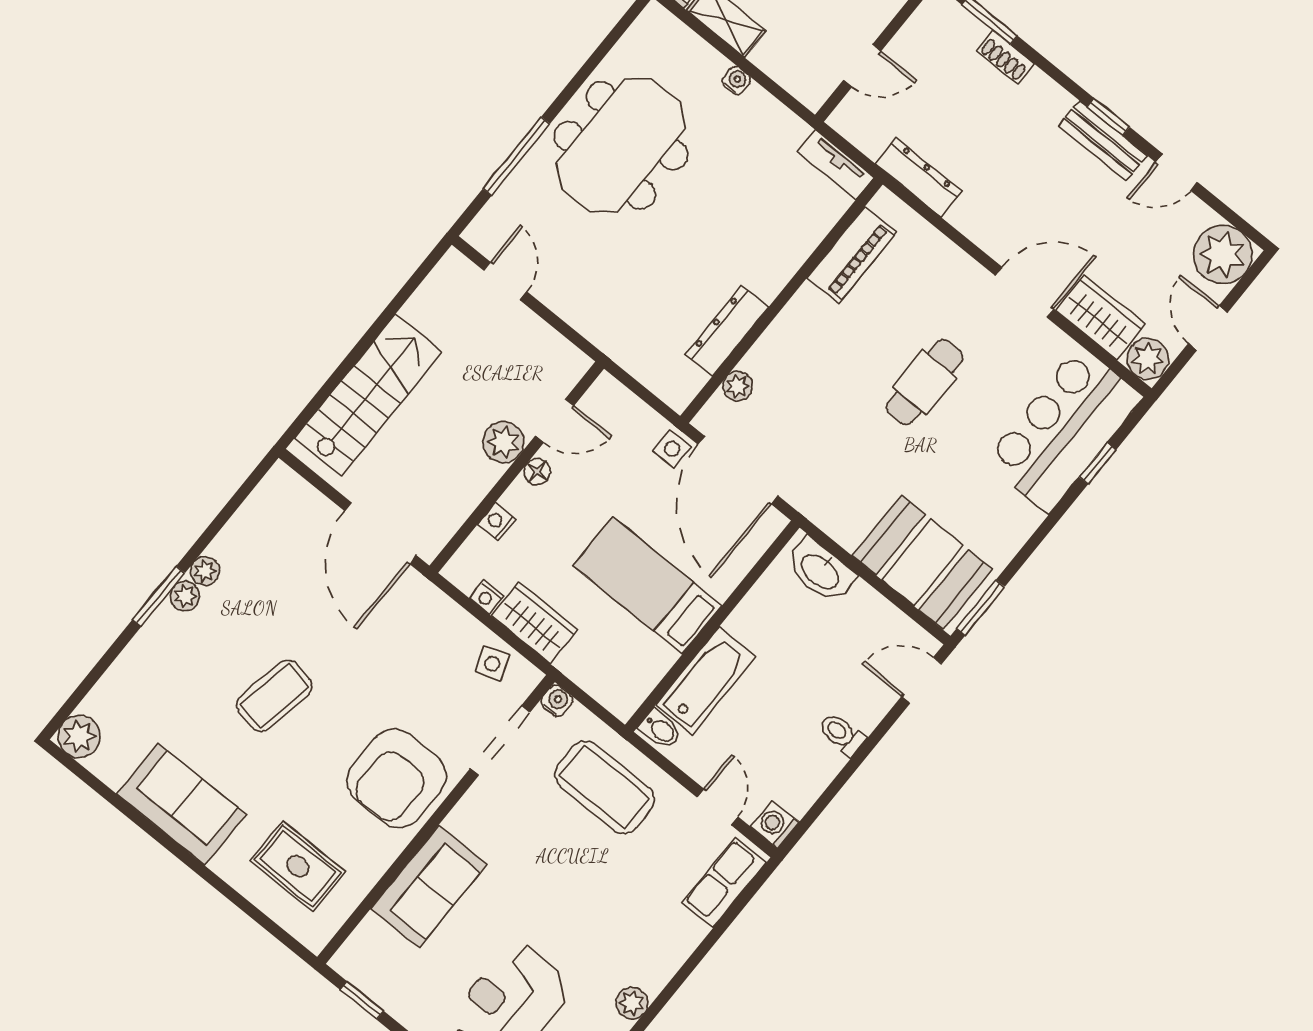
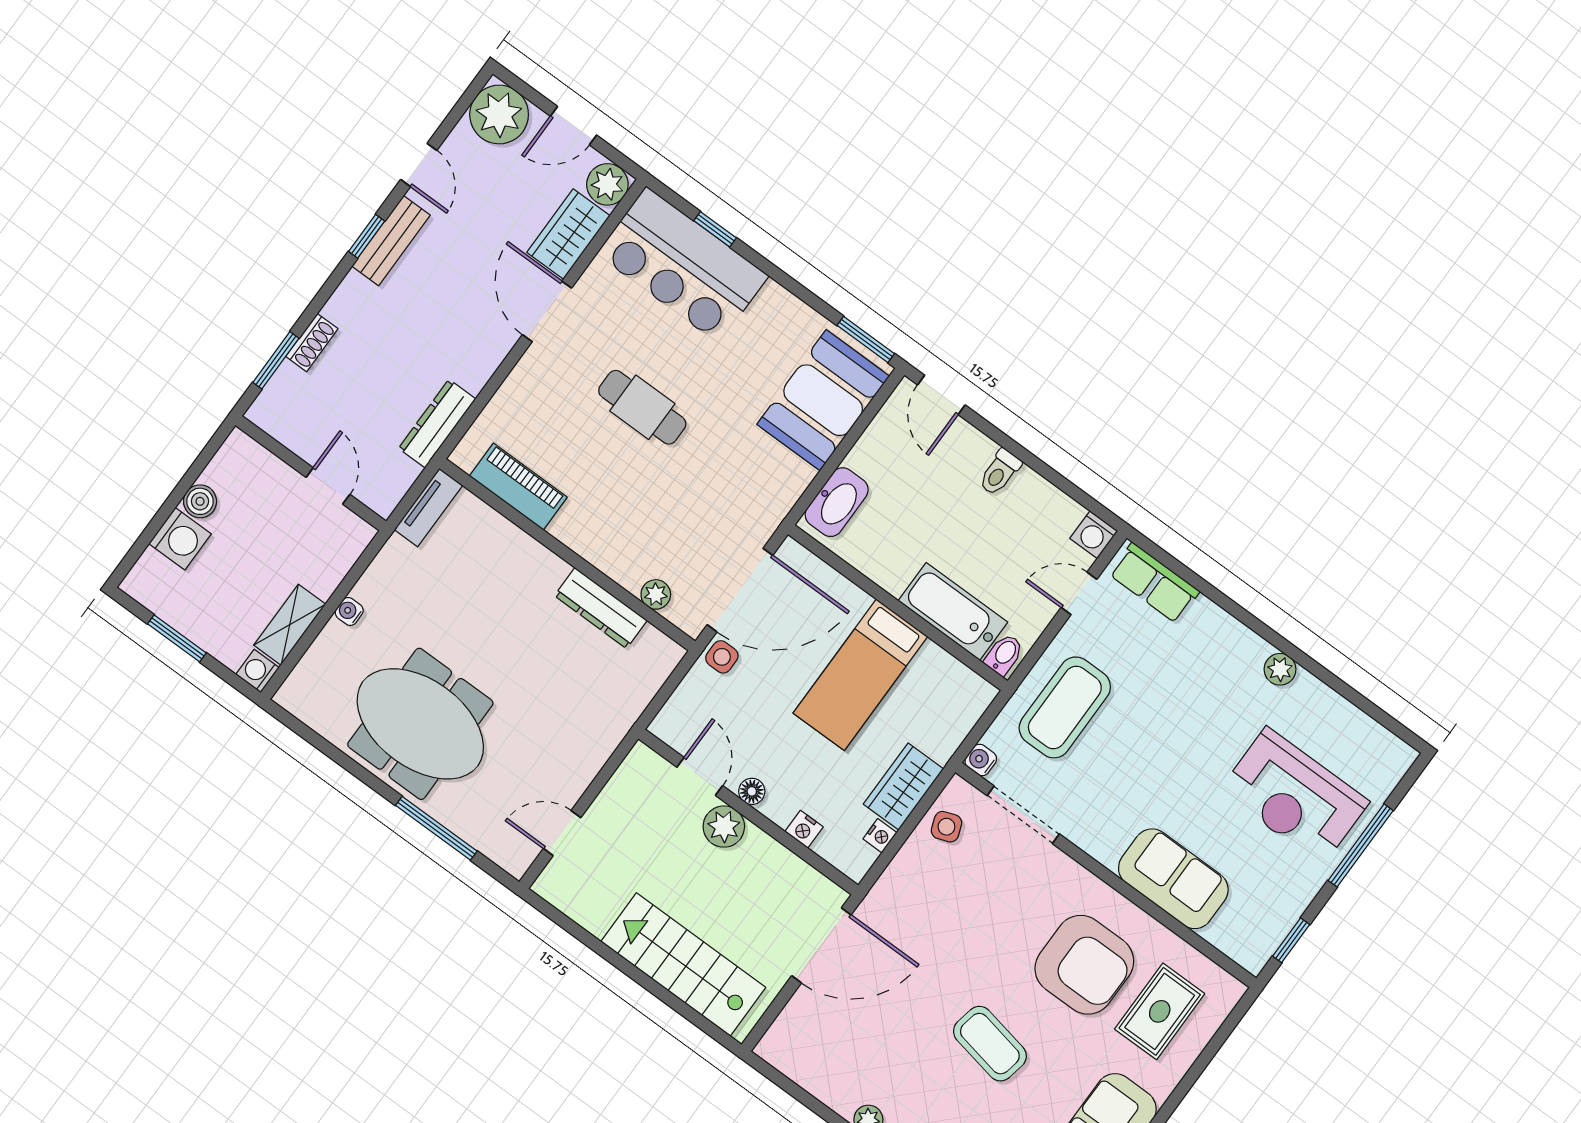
armchair: (396, 778) -> (1084, 965), moved

